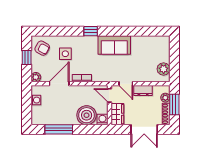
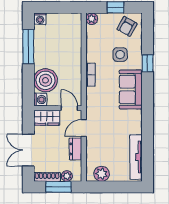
window: (91, 31) -> (148, 63), moved
tv unit: (150, 41) -> (136, 157), added
sofa: (114, 45) -> (131, 90), moved
door: (59, 84) -> (84, 47), removed
door: (109, 95) -> (69, 108), hinge flipped
washing machine: (36, 100) -> (40, 19), moved

